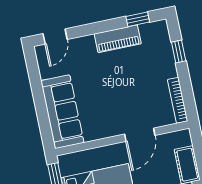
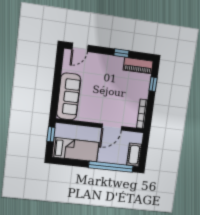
window: (138, 19) -> (121, 53), moved
piano: (118, 39) -> (138, 66), moved

